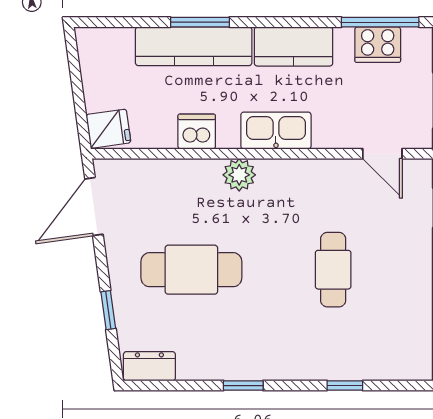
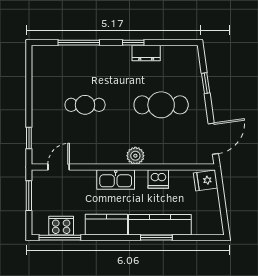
door: (382, 154) -> (59, 167), hinge flipped
cafe table: (333, 270) -> (85, 105), turned 90
dresser: (149, 366) -> (146, 53), moved
window: (345, 386) -> (79, 43), width x2.17

